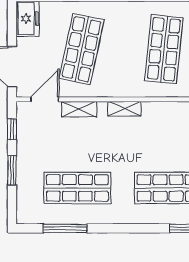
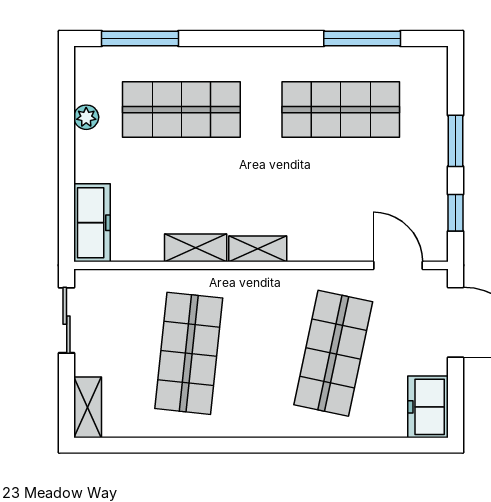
door: (45, 99) -> (398, 265), swing flipped
shelving: (79, 109) -> (196, 248), moved

